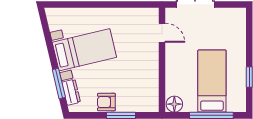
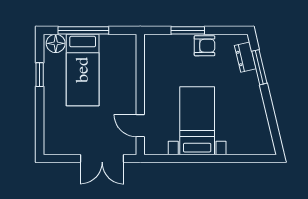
bed with nightstands: (84, 50) -> (197, 121), moved, turned 103
floor lamp: (174, 104) -> (56, 43), moved

